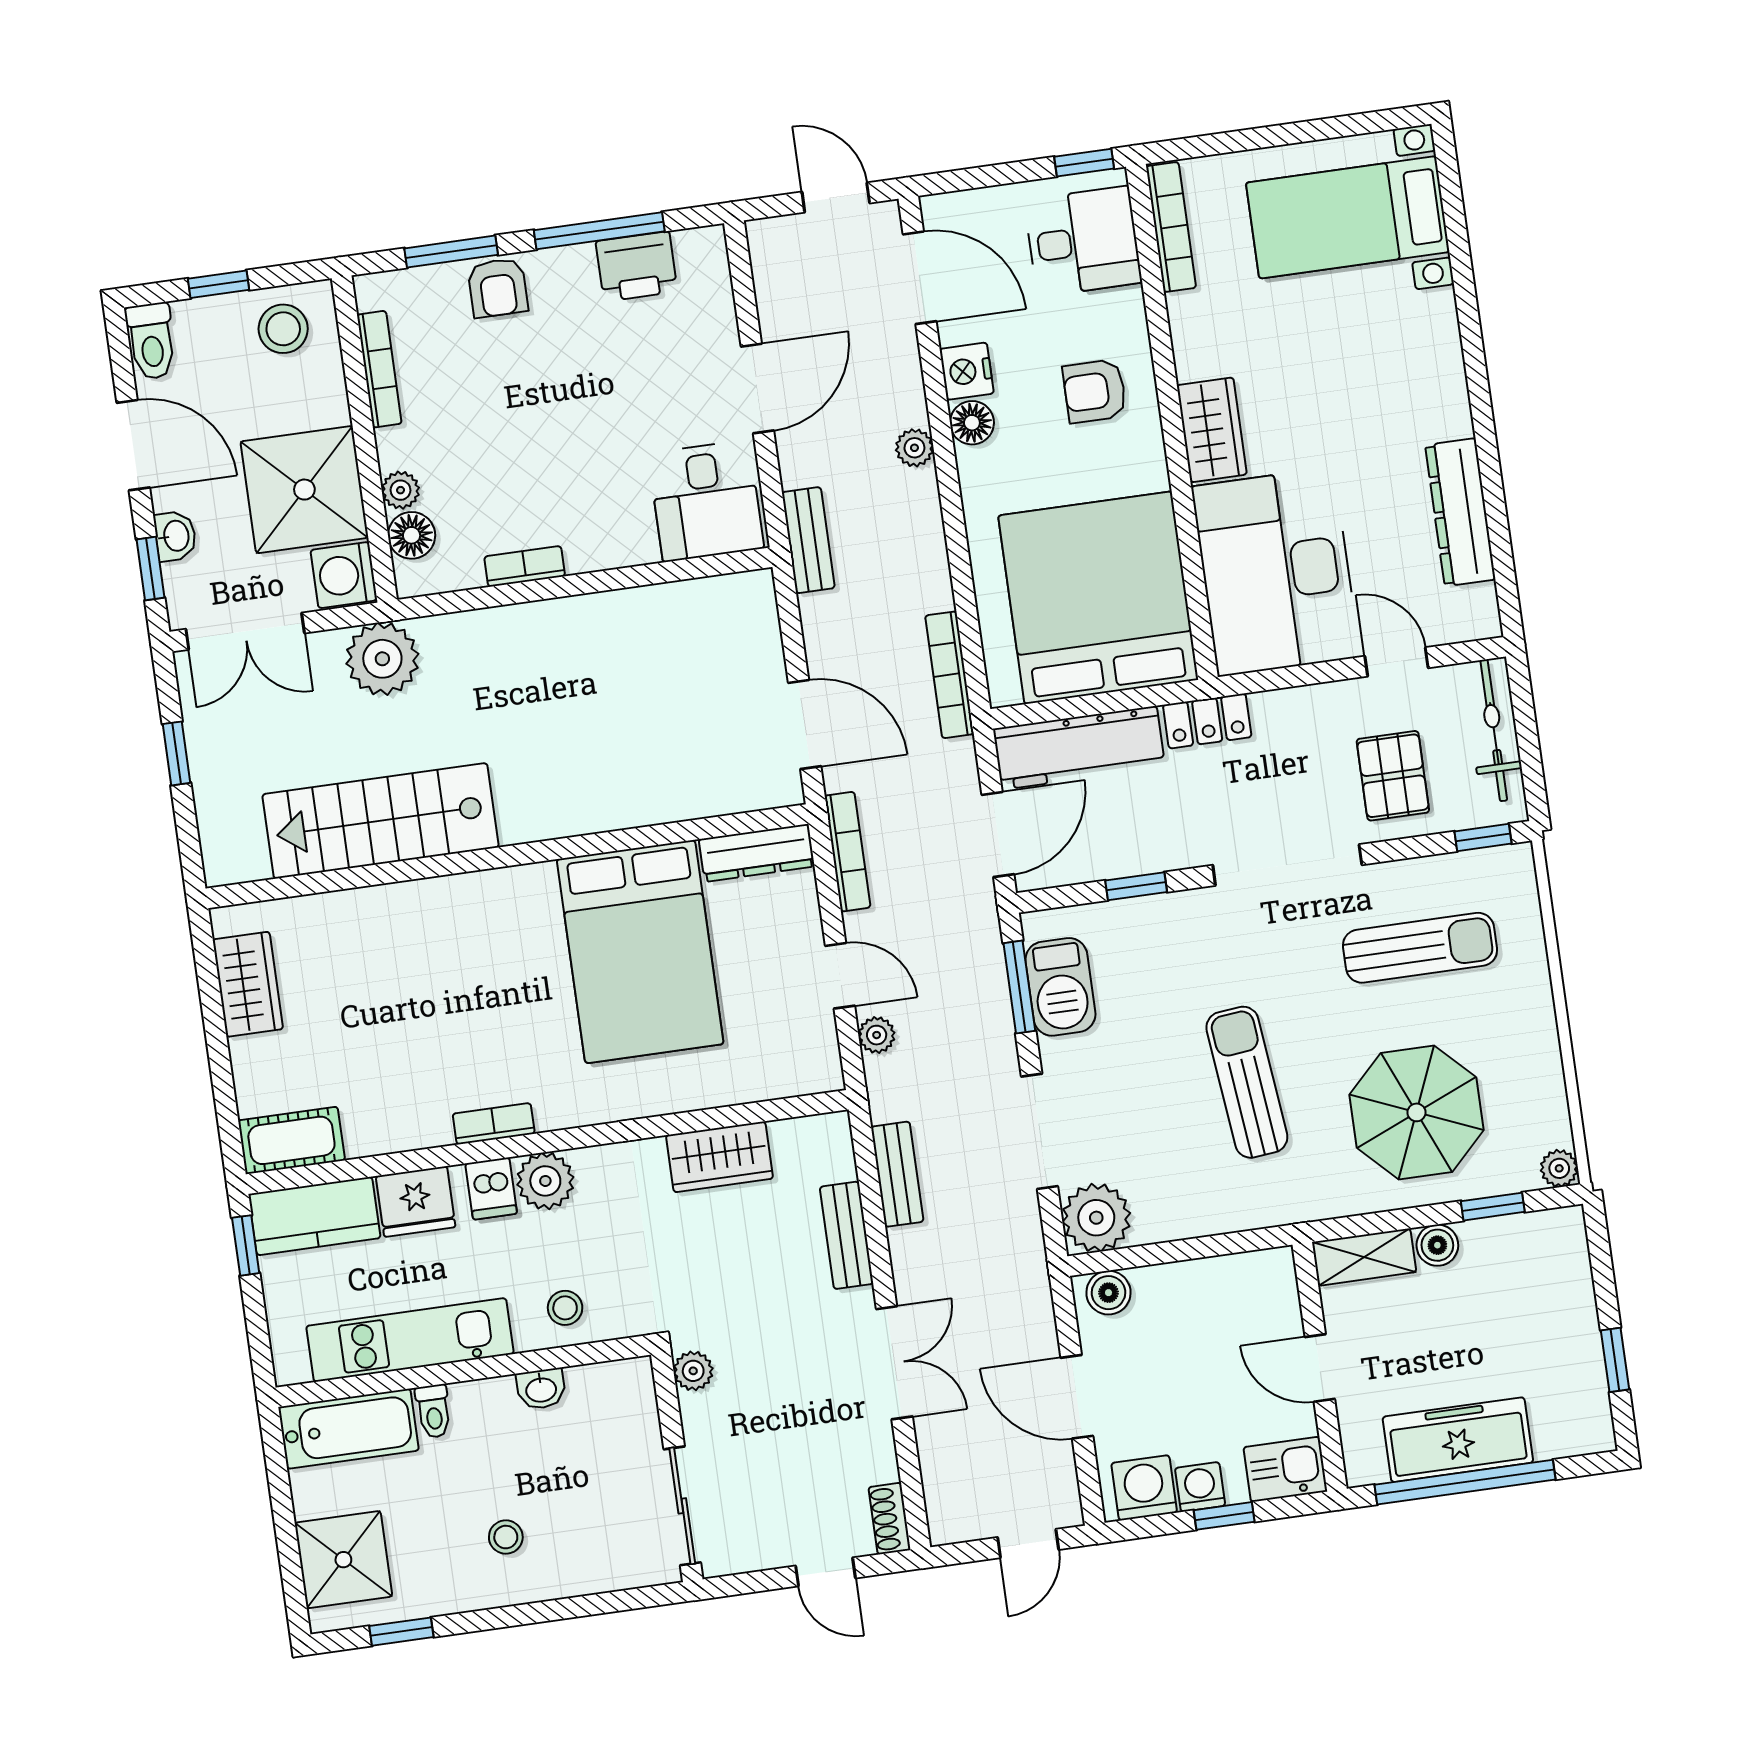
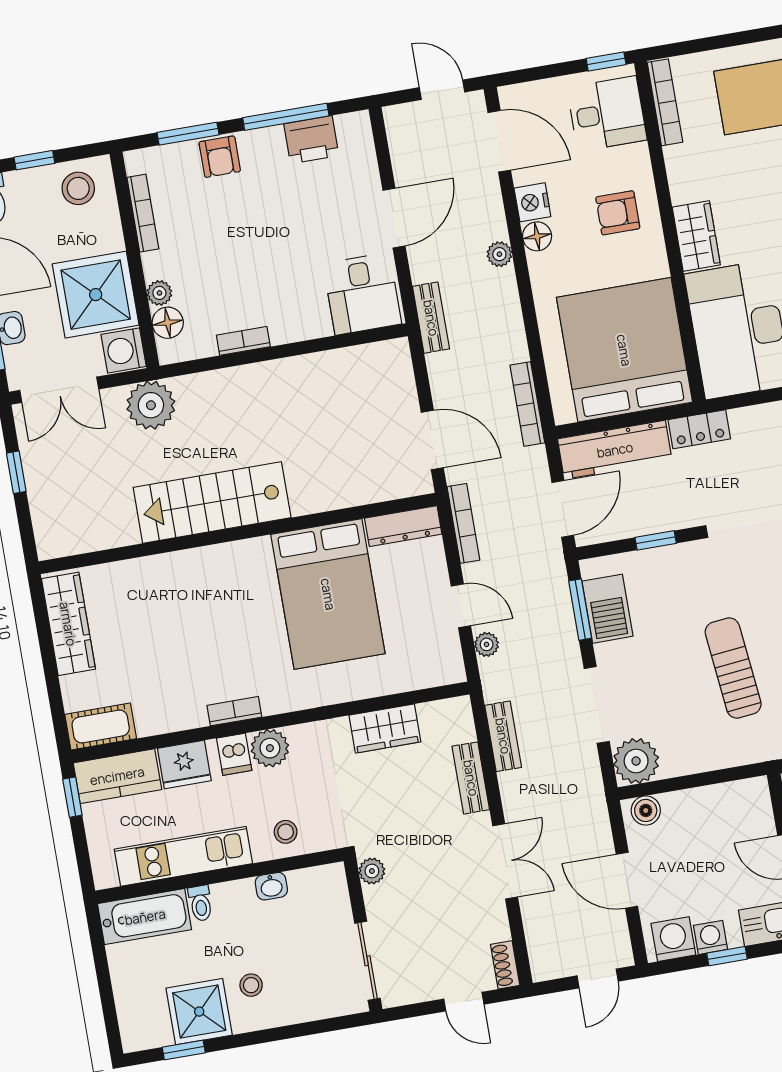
stairs: (380, 821) -> (212, 502), moved
wardrobe: (248, 984) -> (68, 624), width x1.50
shower: (343, 1560) -> (199, 1012), moved

